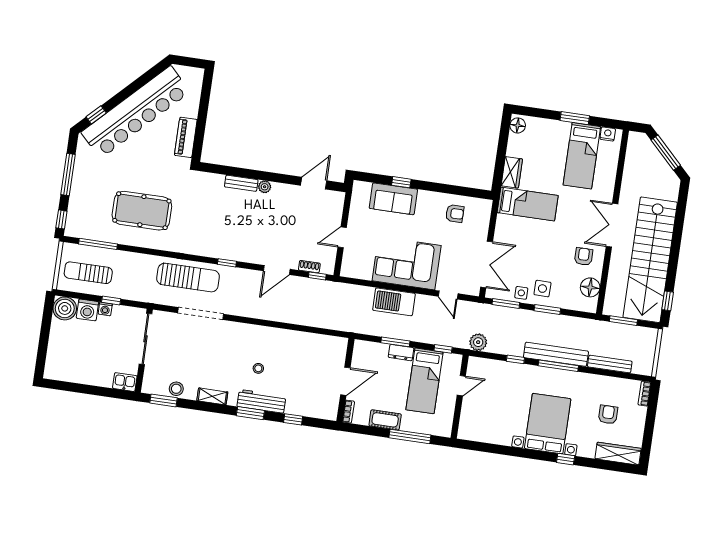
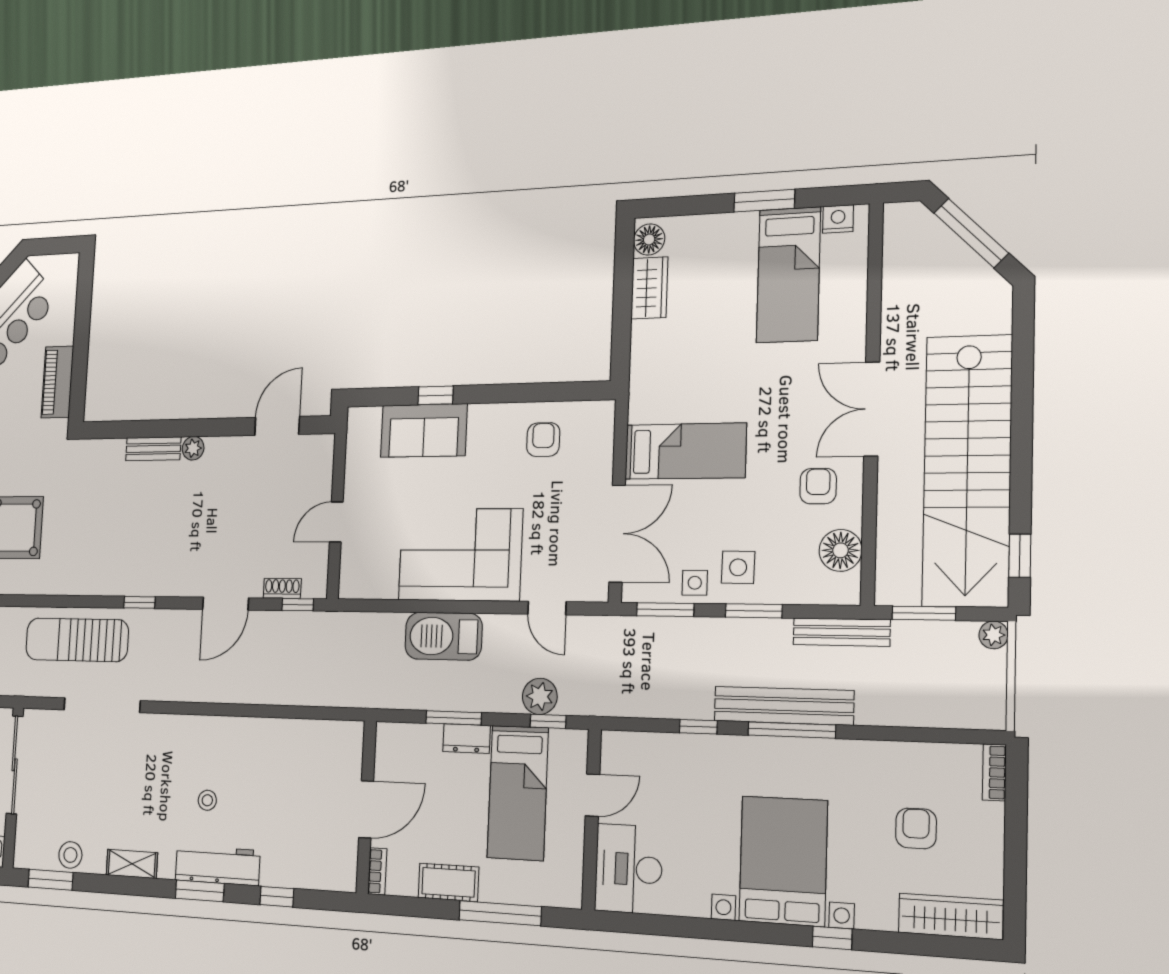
wardrobe: (512, 172) -> (649, 288), moved
bed: (528, 204) -> (685, 451), moved
armchair: (455, 214) -> (543, 440), turned -90
sun lounger: (188, 278) -> (77, 640), turned 180
plant: (652, 334) -> (993, 635), added
plant: (478, 342) -> (540, 696), moved
bench: (610, 364) -> (841, 632), moved
desk: (475, 421) -> (629, 869), added

